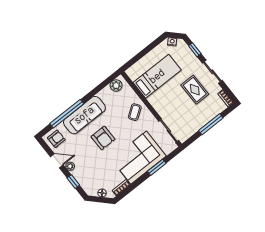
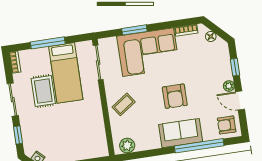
bed: (157, 76) -> (66, 73), moved, turned -90
sofa: (84, 115) -> (181, 133), width x0.73
armchair: (103, 138) -> (175, 96), turned 180

